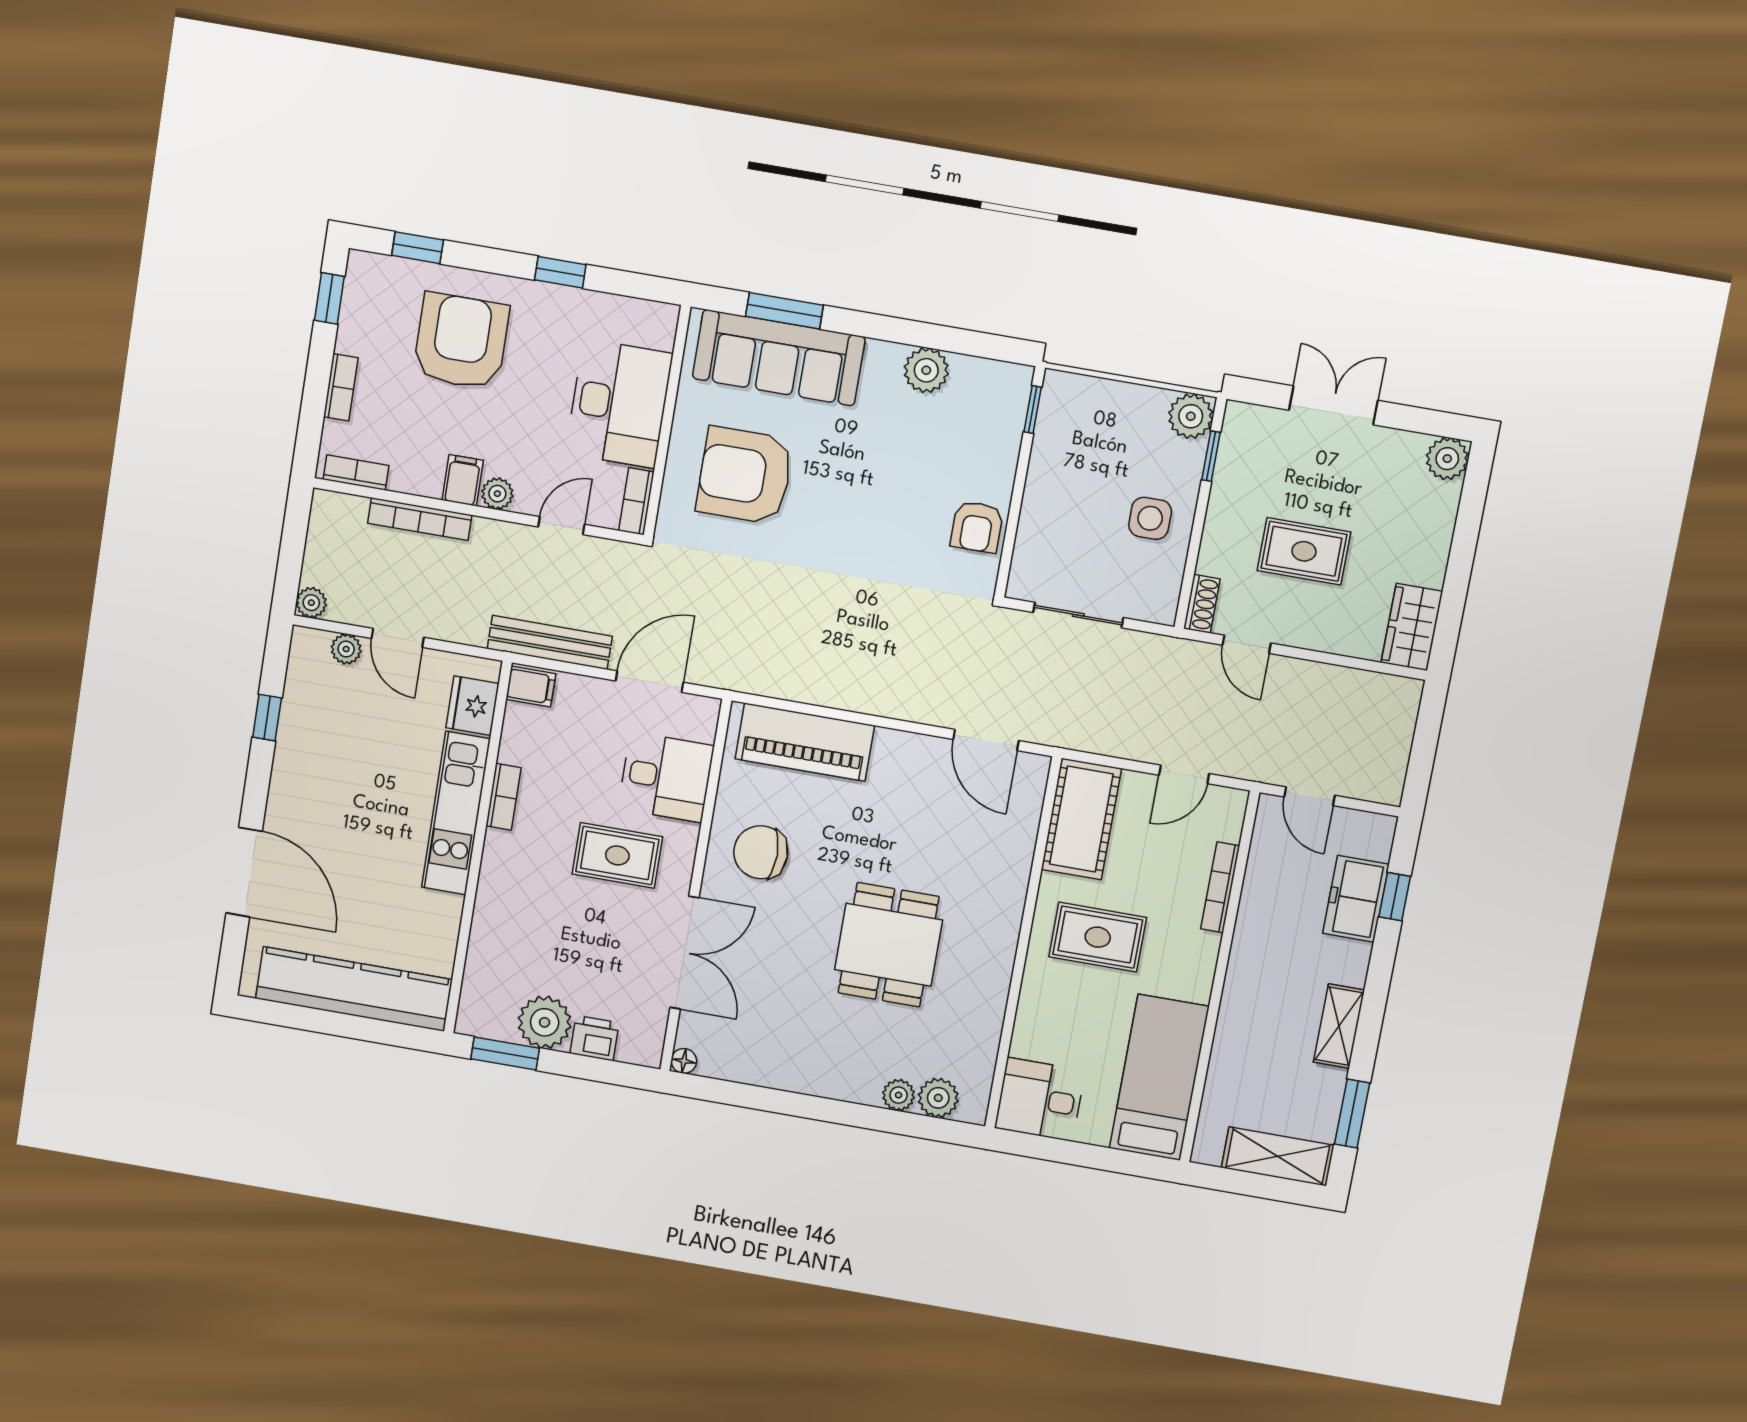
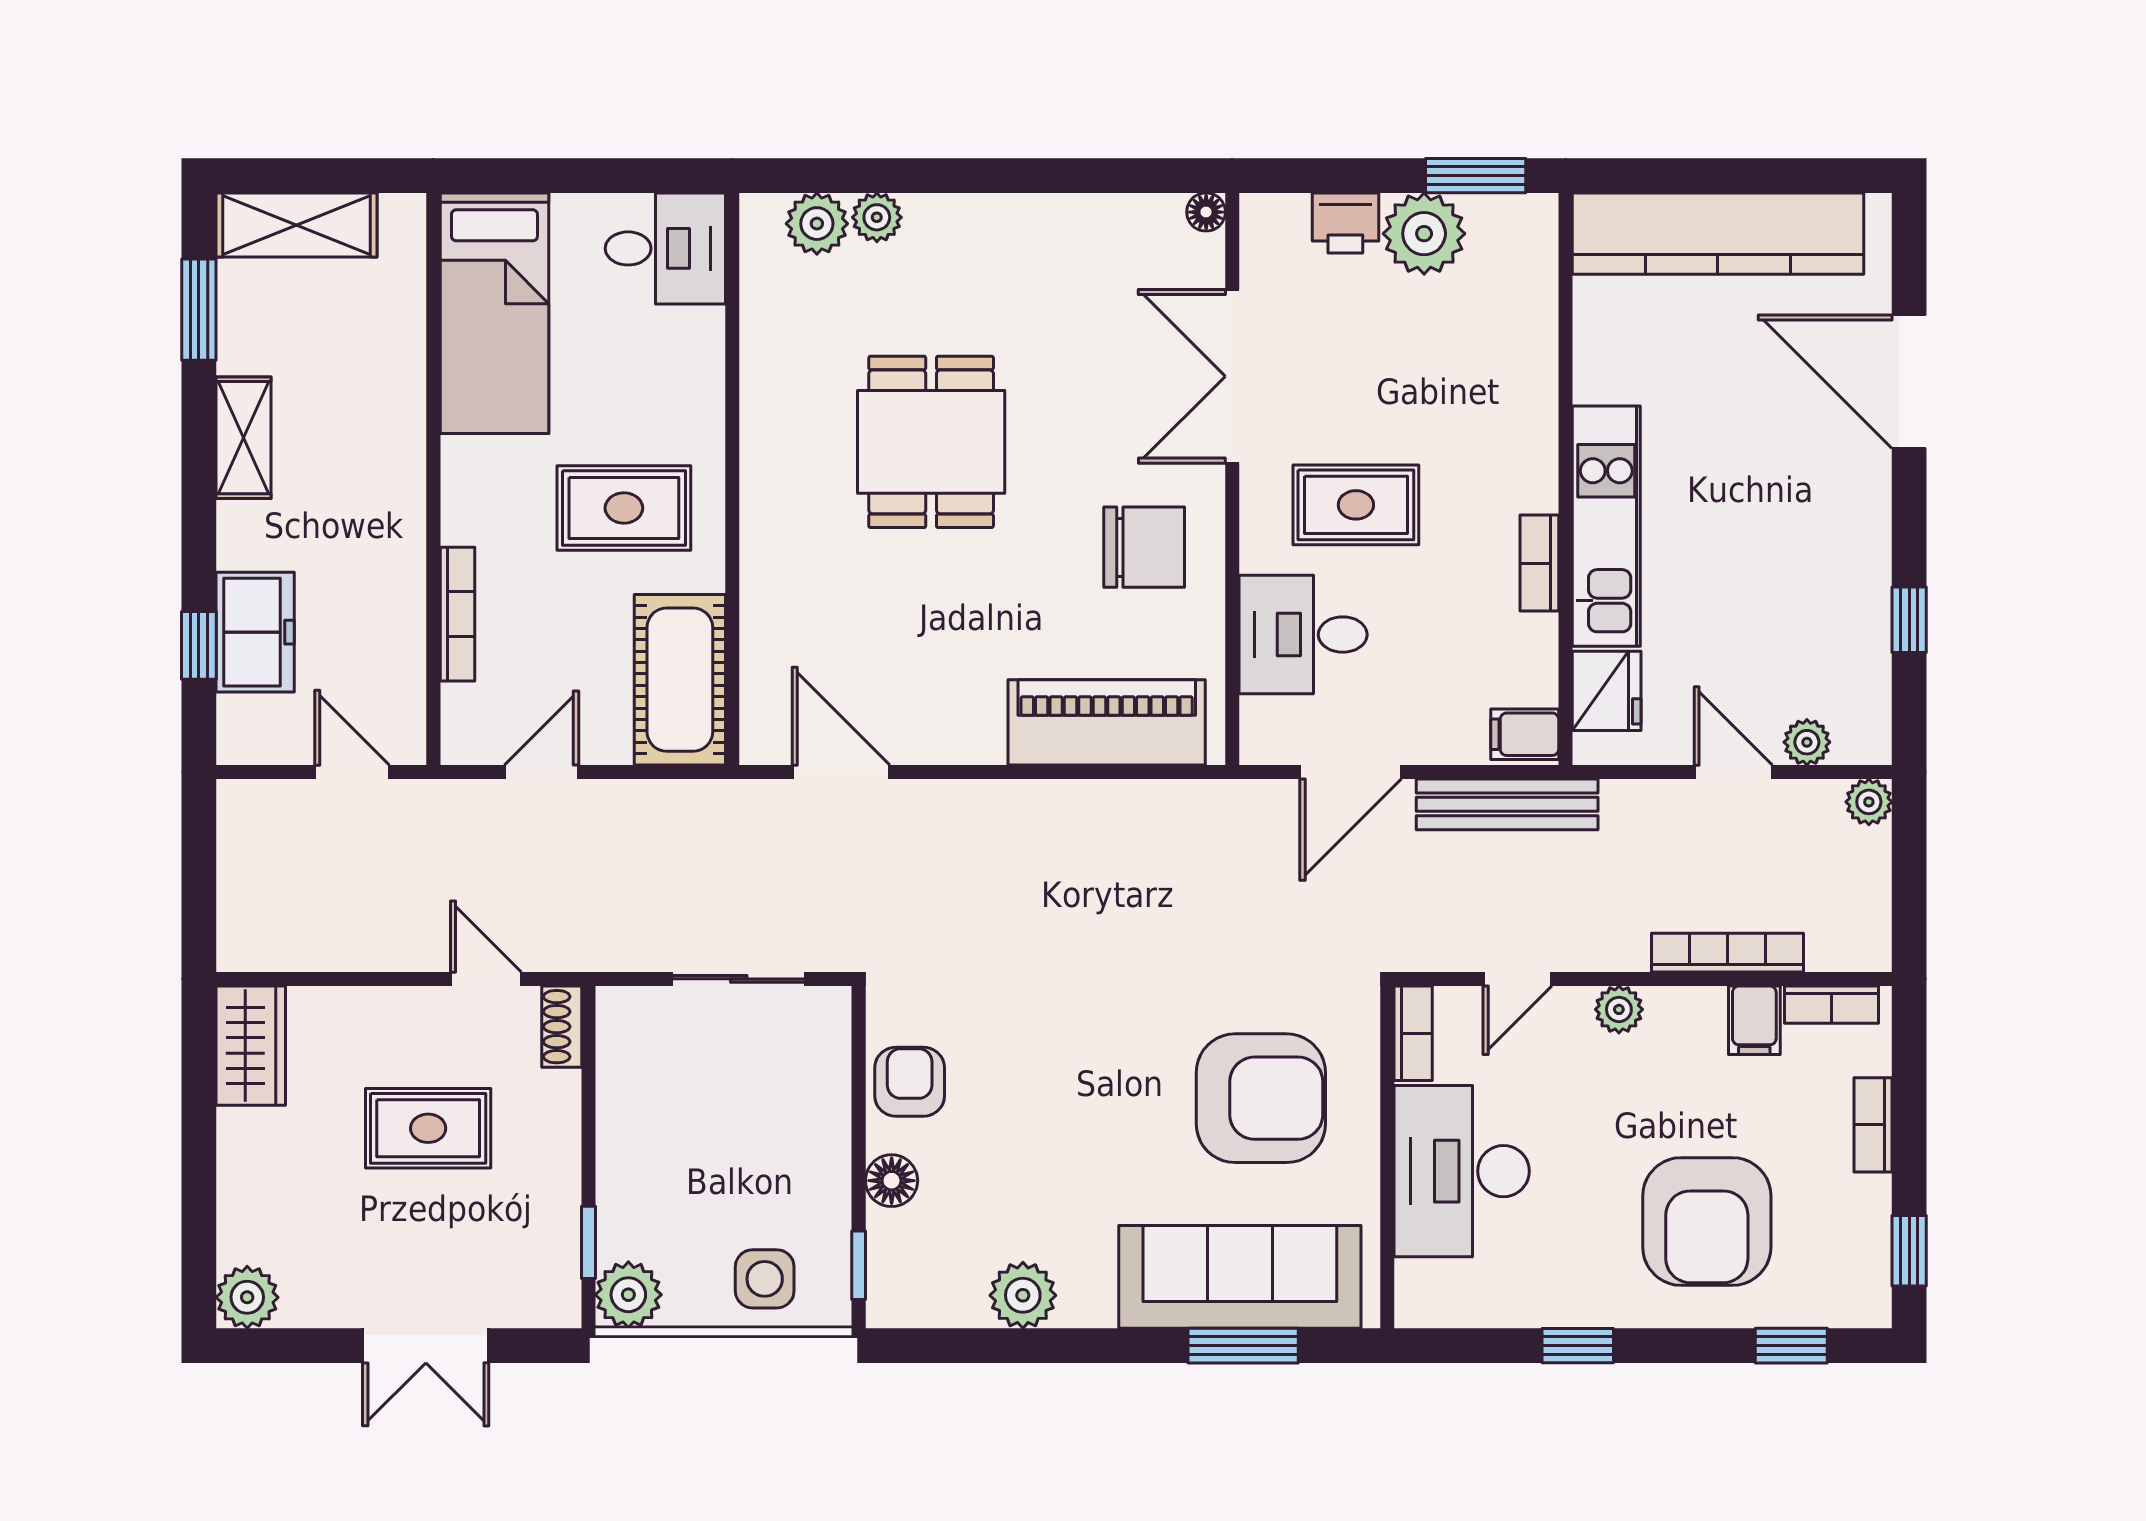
floor lamp: (1001, 463) -> (892, 1181), added
filing cabinet: (463, 480) -> (1754, 1020), moved
side table: (1150, 518) -> (765, 1279), moved

